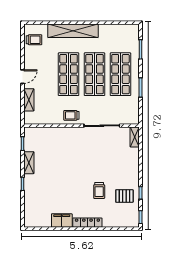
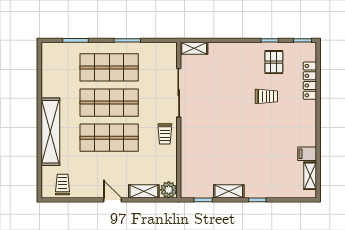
plant: (30, 118) -> (169, 190), added
filing cabinet: (62, 220) -> (307, 154), width x0.50
shelving: (40, 223) -> (310, 176), added
locker: (87, 223) -> (310, 81), moved

